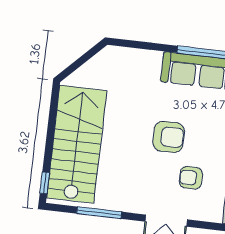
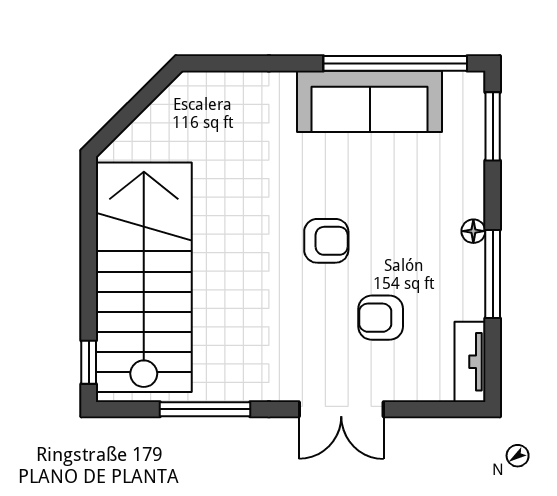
armchair: (169, 137) -> (326, 241), width x0.72, depth x0.72

